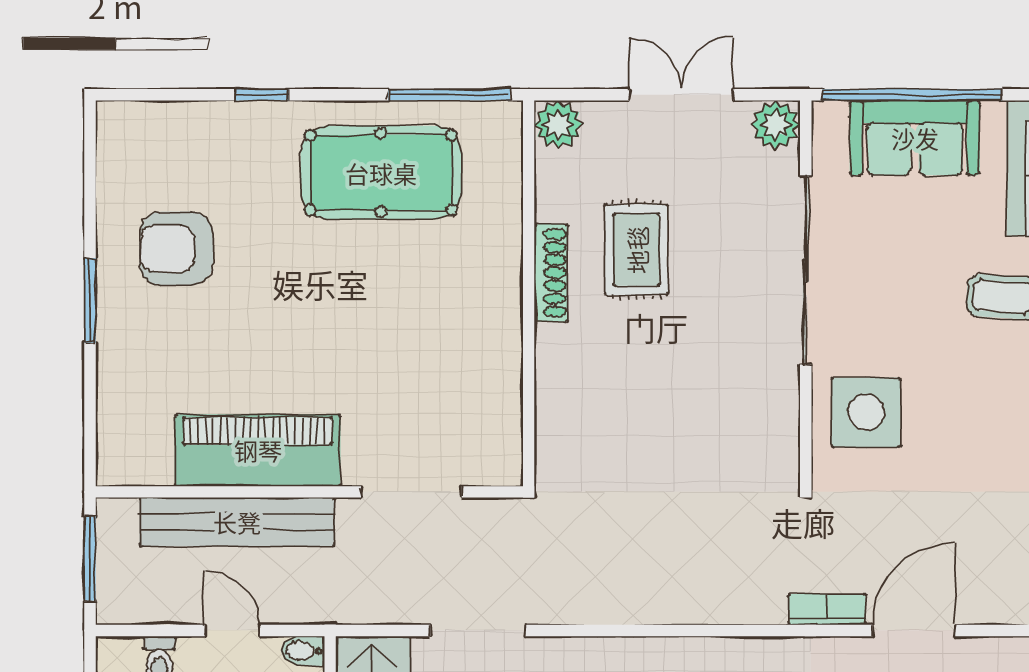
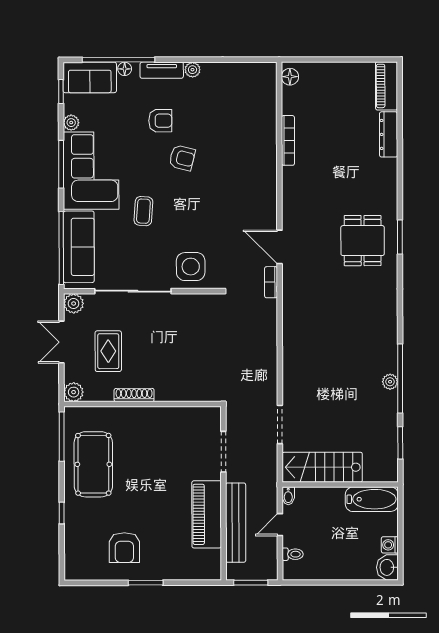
sofa: (915, 138) -> (79, 247), width x1.36
rug: (637, 250) -> (108, 351), moved, turned 90

